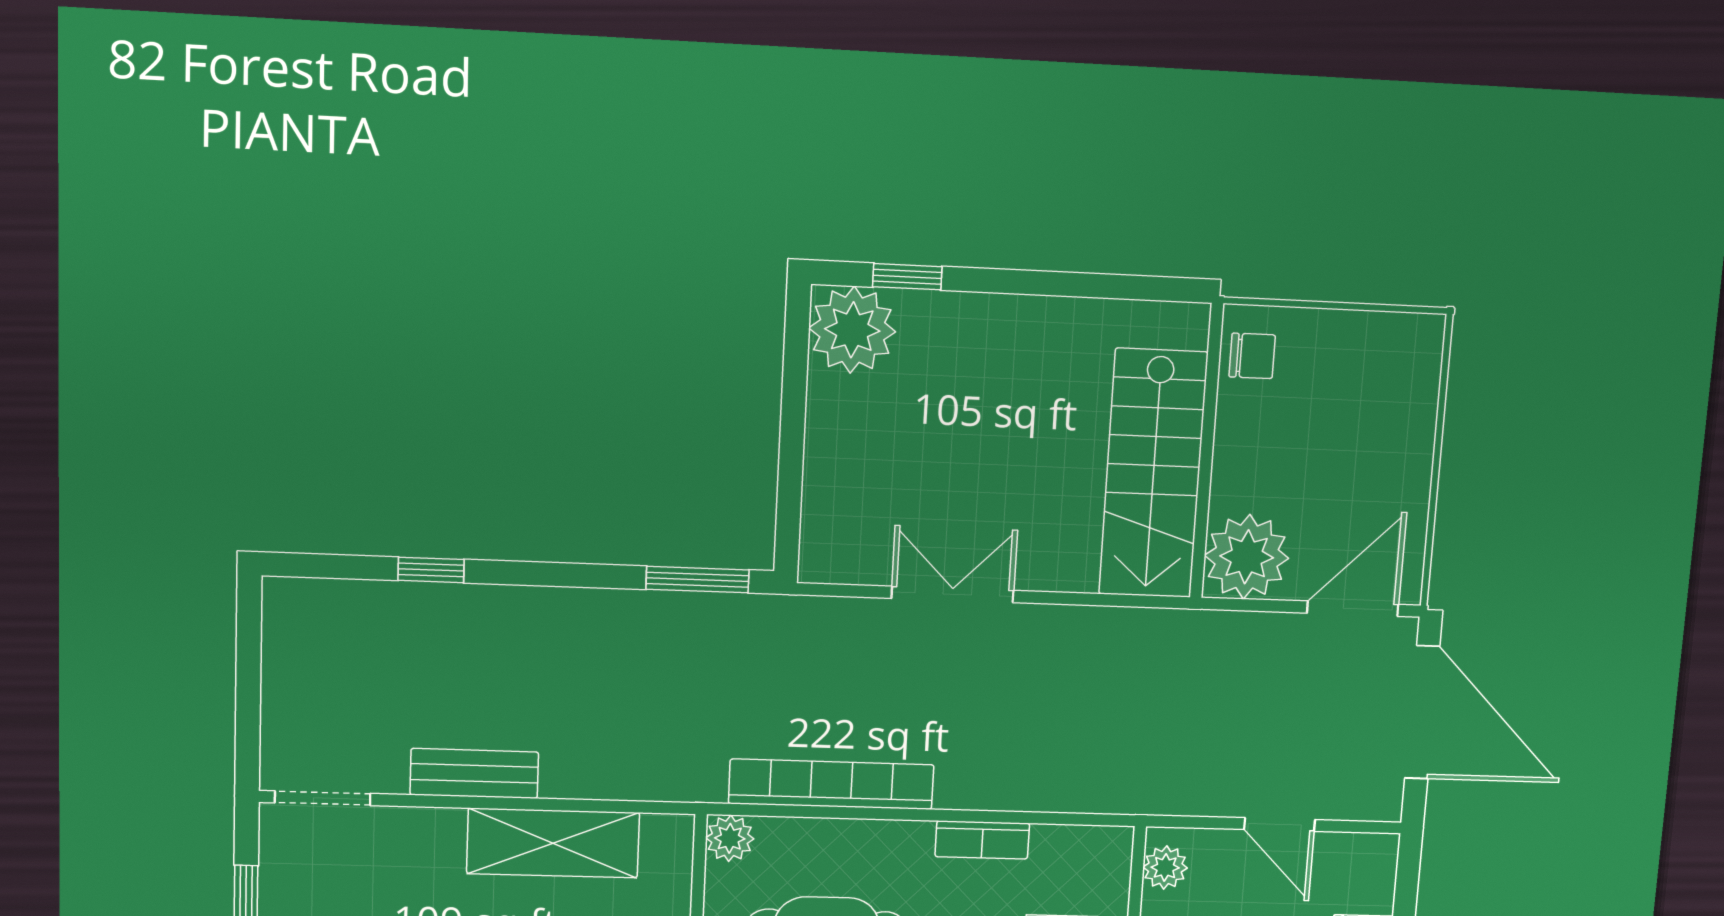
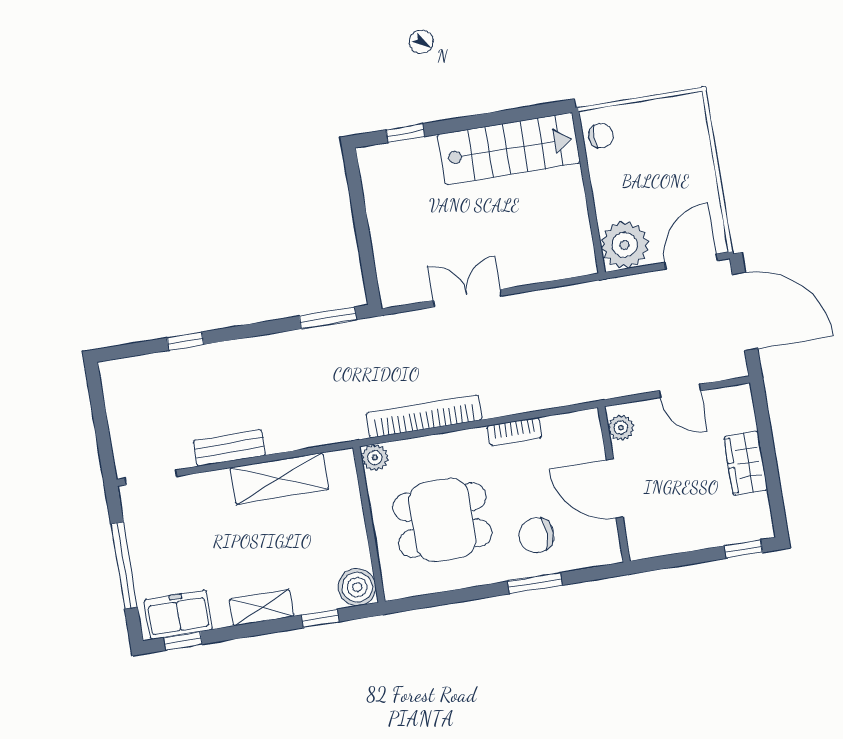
plant: (852, 330) -> (382, 167), removed
stairs: (1153, 474) -> (509, 149), moved, turned -90

